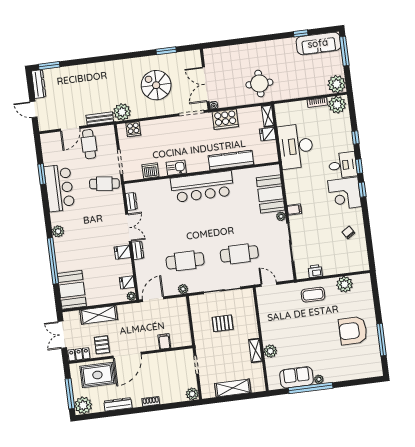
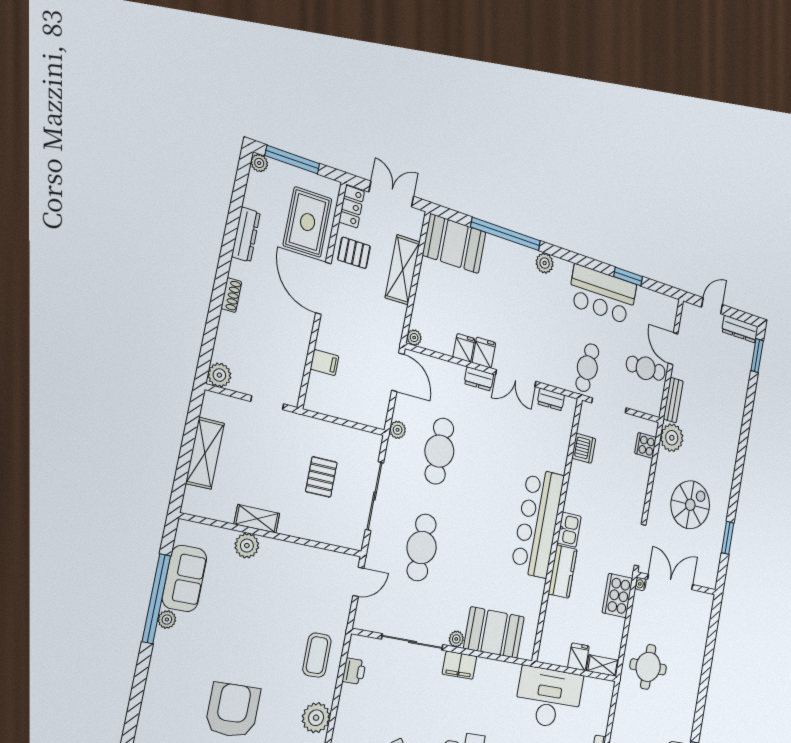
kitchen counter: (231, 160) -> (563, 572), width x0.67
kitchen sink: (176, 168) -> (569, 530), moved
filing cabinet: (294, 210) -> (460, 665), width x2.00
fridge: (127, 282) -> (464, 348), moved
plant: (83, 405) -> (259, 163), width x0.53, depth x0.53

